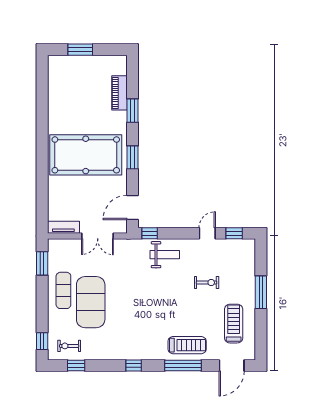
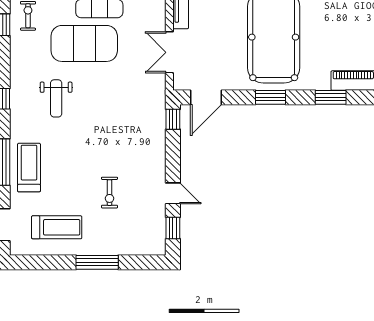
door: (133, 207) -> (206, 97), swing flipped
weight bench: (165, 255) -> (56, 98), moved
treadmill: (187, 345) -> (29, 168), turned 180

